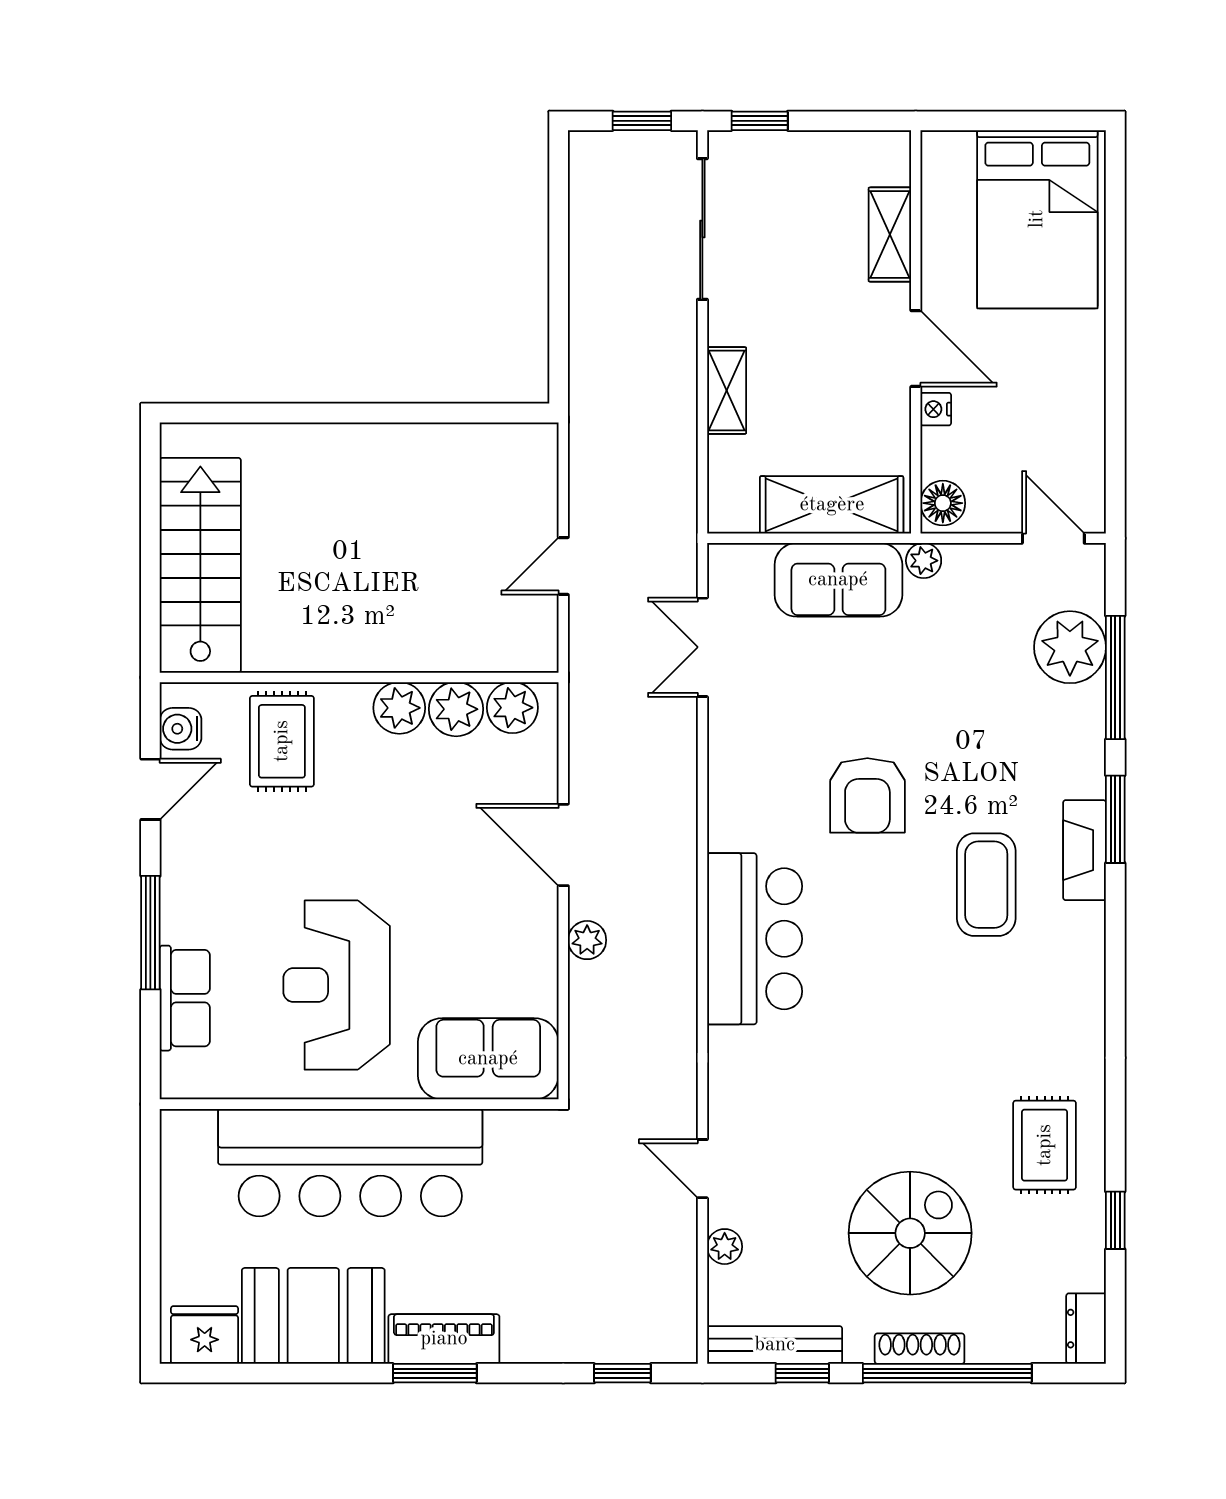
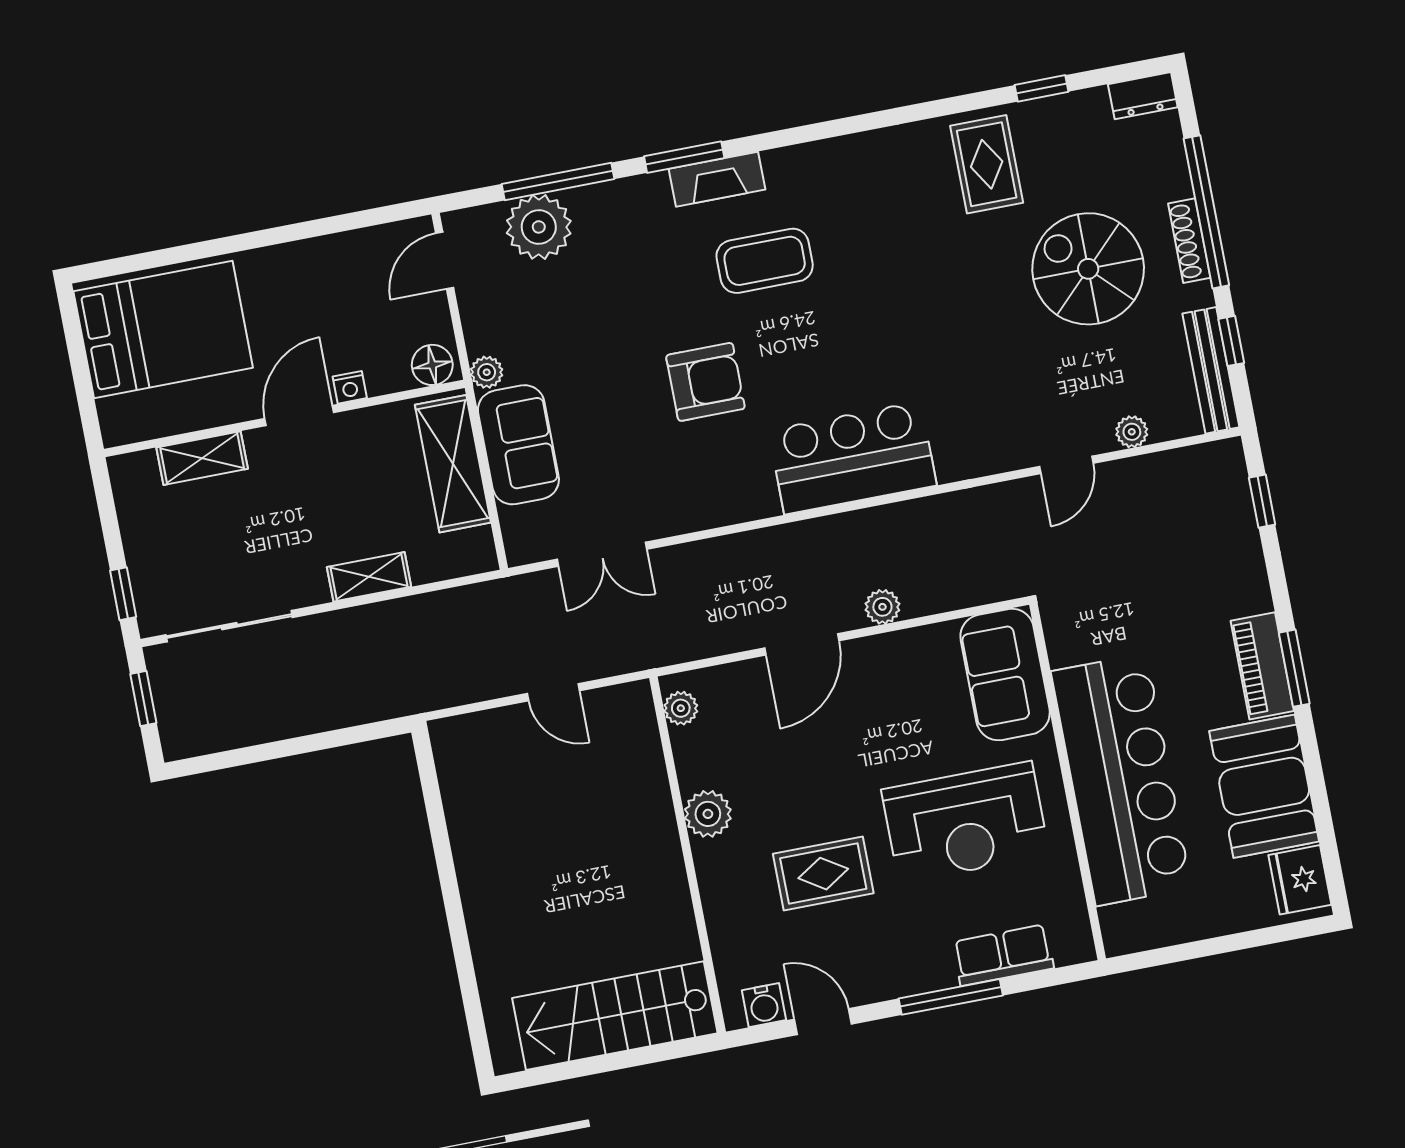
plant: (512, 708) -> (681, 708), width x0.73, depth x0.73
plant: (456, 709) -> (699, 763), removed
rug: (282, 741) -> (823, 874), moved
rug: (1045, 1145) -> (987, 164), turned 90

